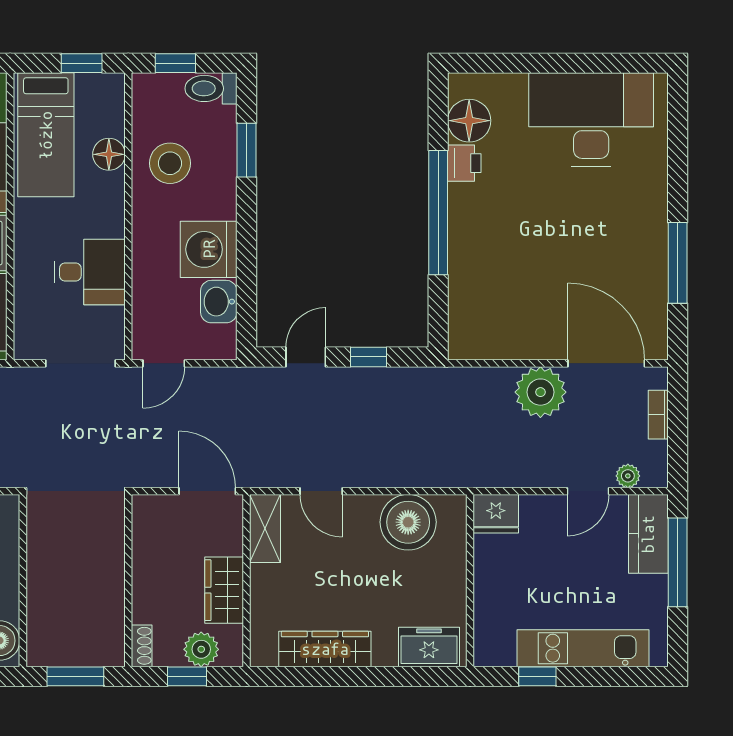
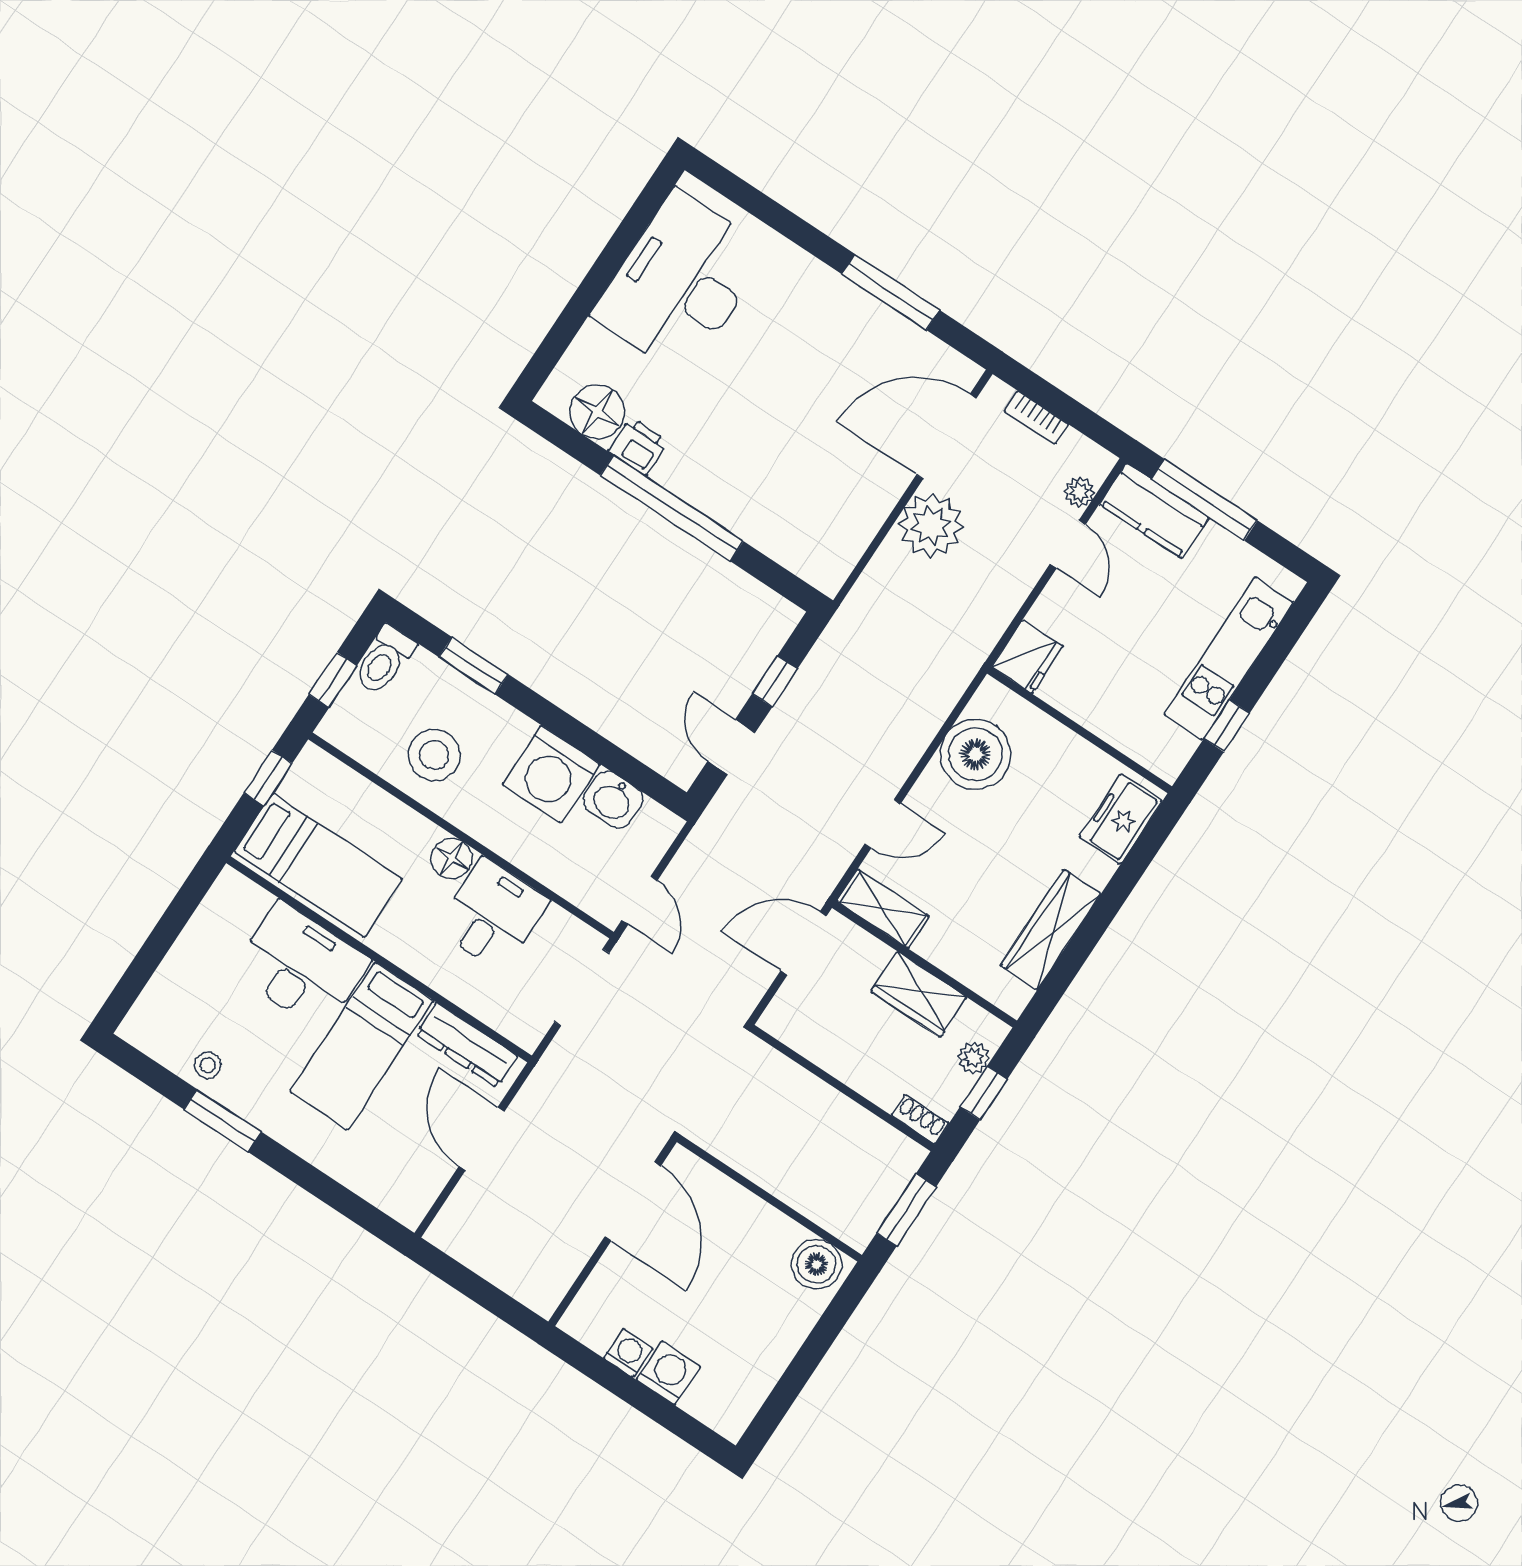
floor lamp: (109, 154) -> (452, 859), moved
plant: (201, 649) -> (973, 1058), width x0.73, depth x0.73

